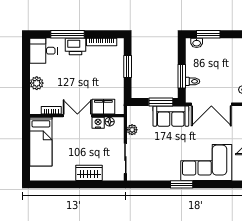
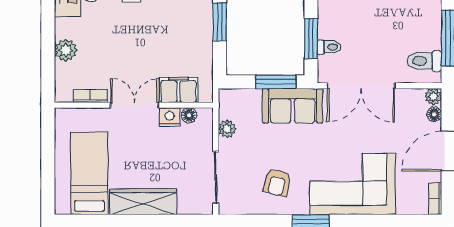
bed: (41, 142) -> (89, 173), moved, turned 180
armchair: (162, 161) -> (277, 183), added
wardrobe: (89, 173) -> (143, 202), width x1.50

